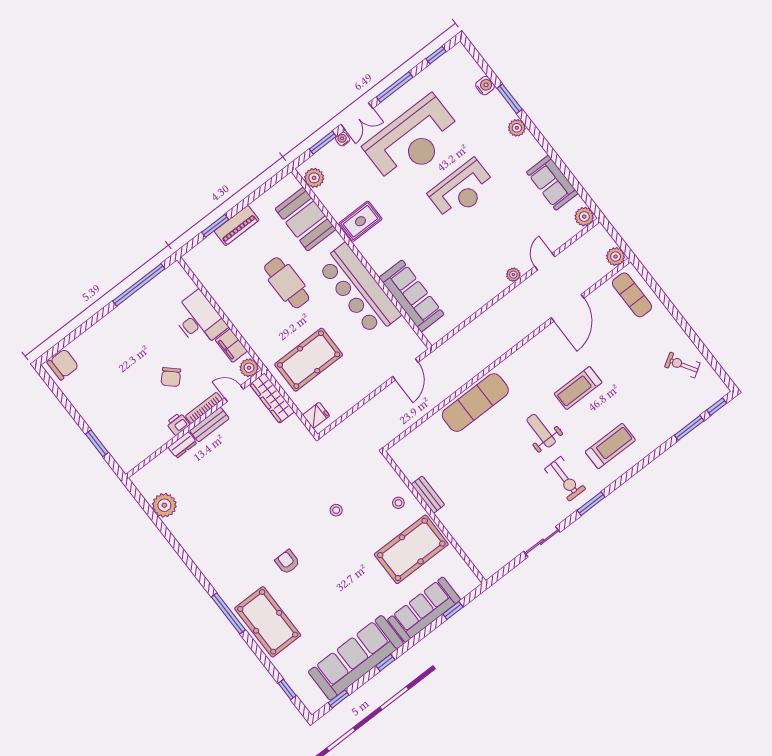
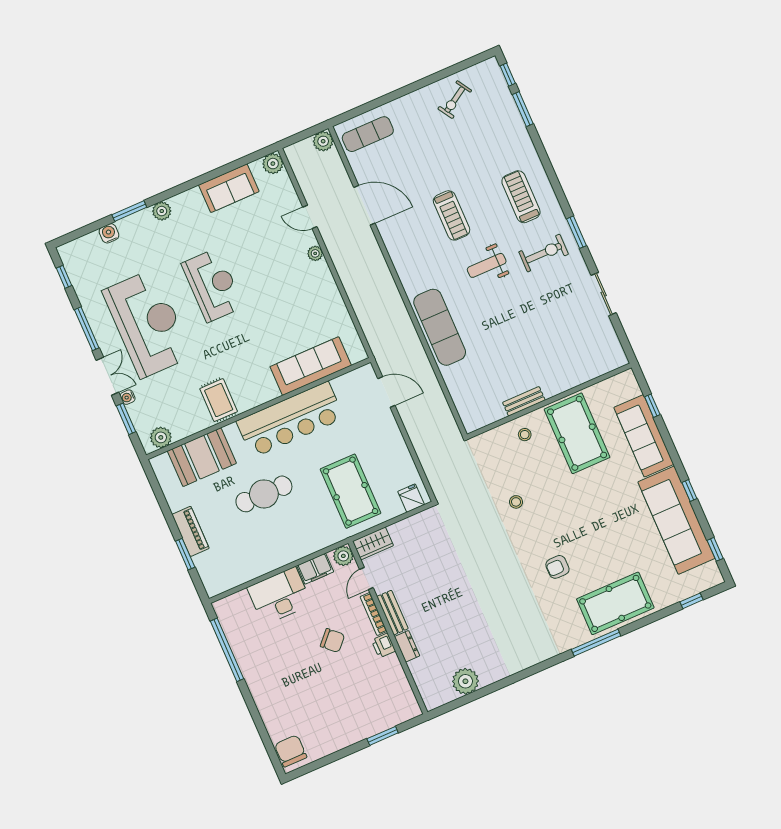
wardrobe: (272, 398) -> (373, 543), width x0.67

